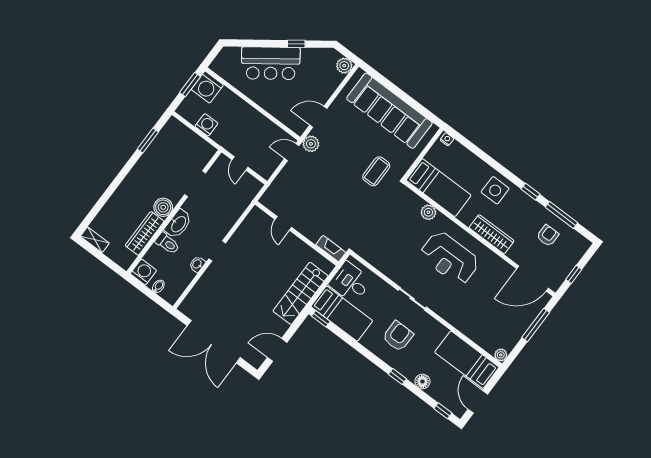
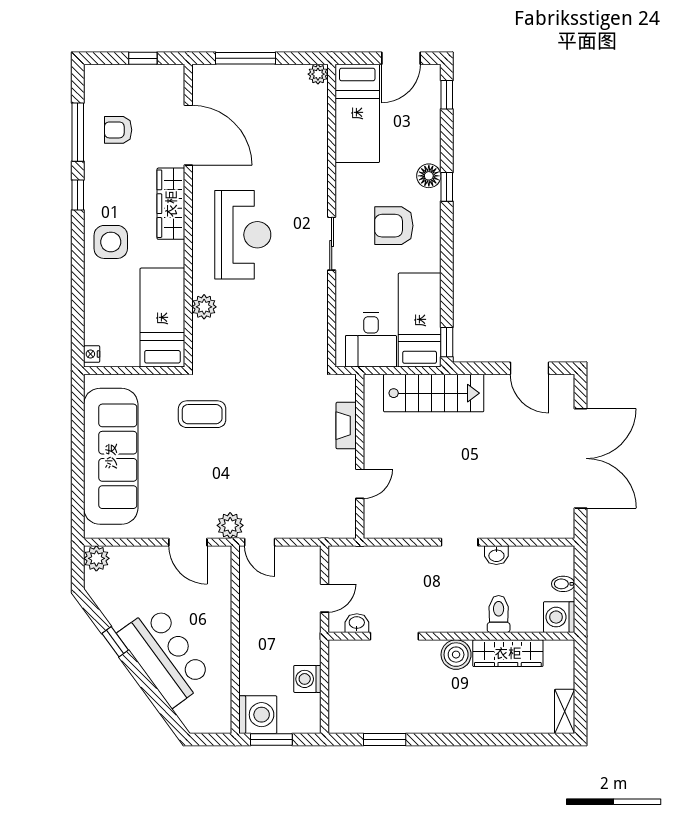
washbasin: (178, 224) -> (357, 623), moved, width x0.52, depth x0.69
fireplace: (331, 249) -> (346, 426), moved
door: (532, 278) -> (188, 135), moved
floor lamp: (422, 382) -> (429, 176), moved

